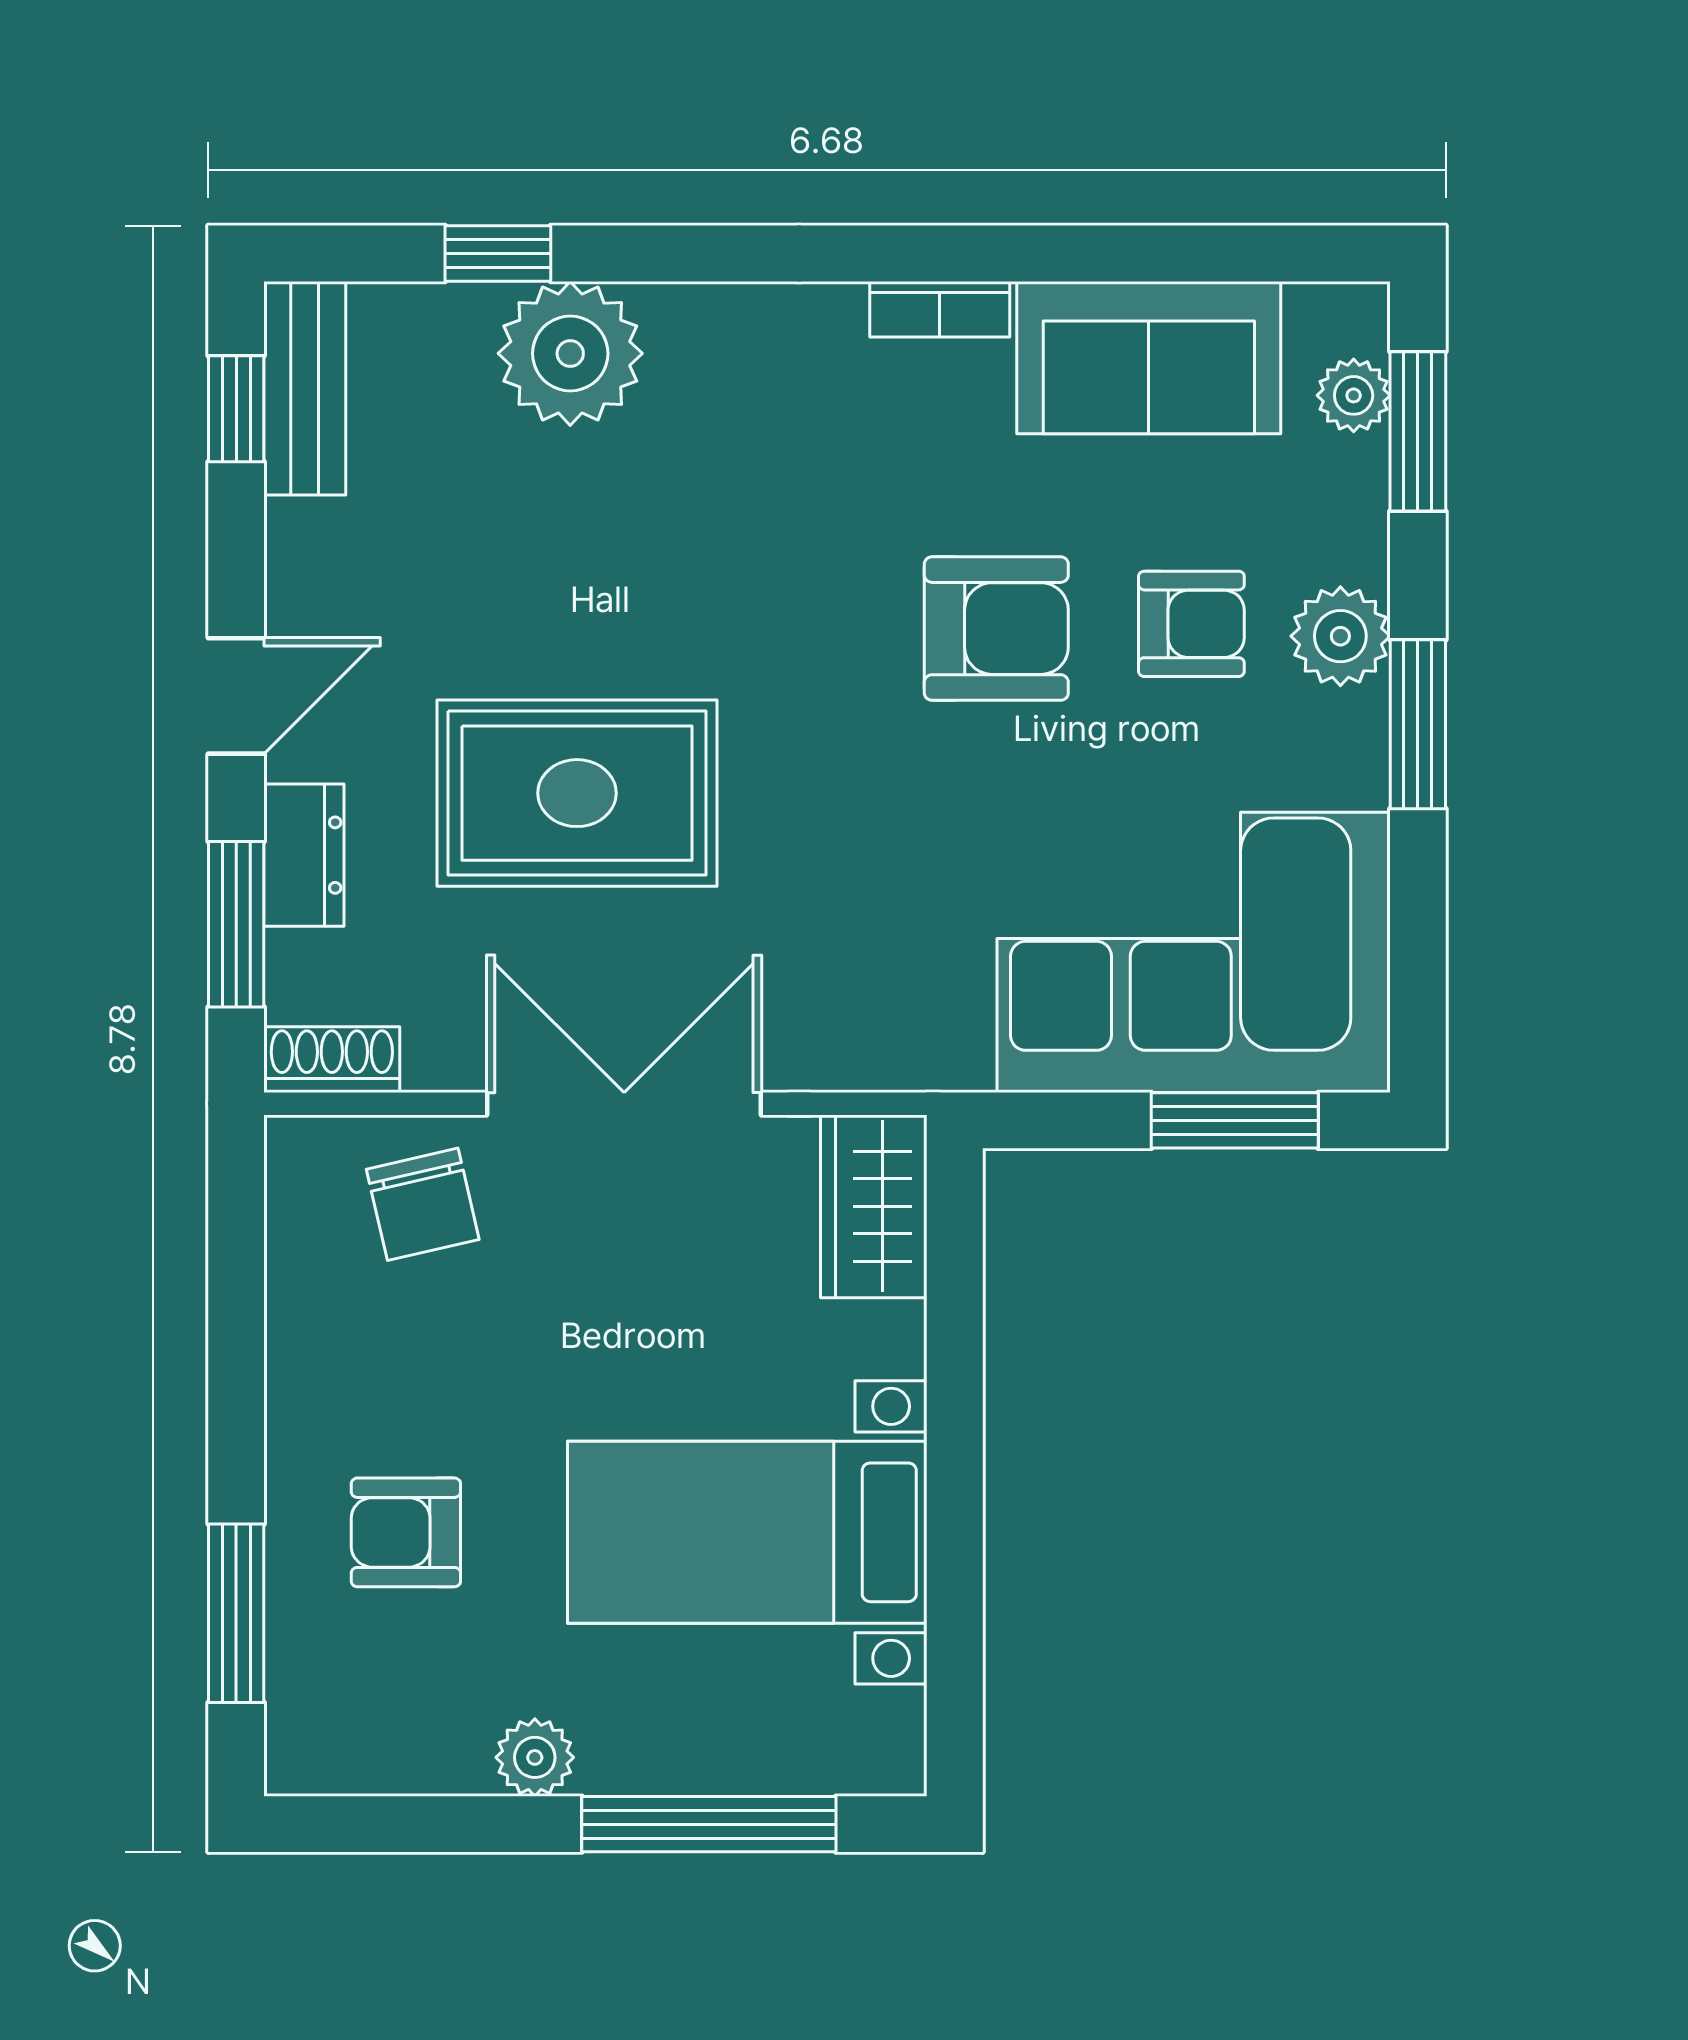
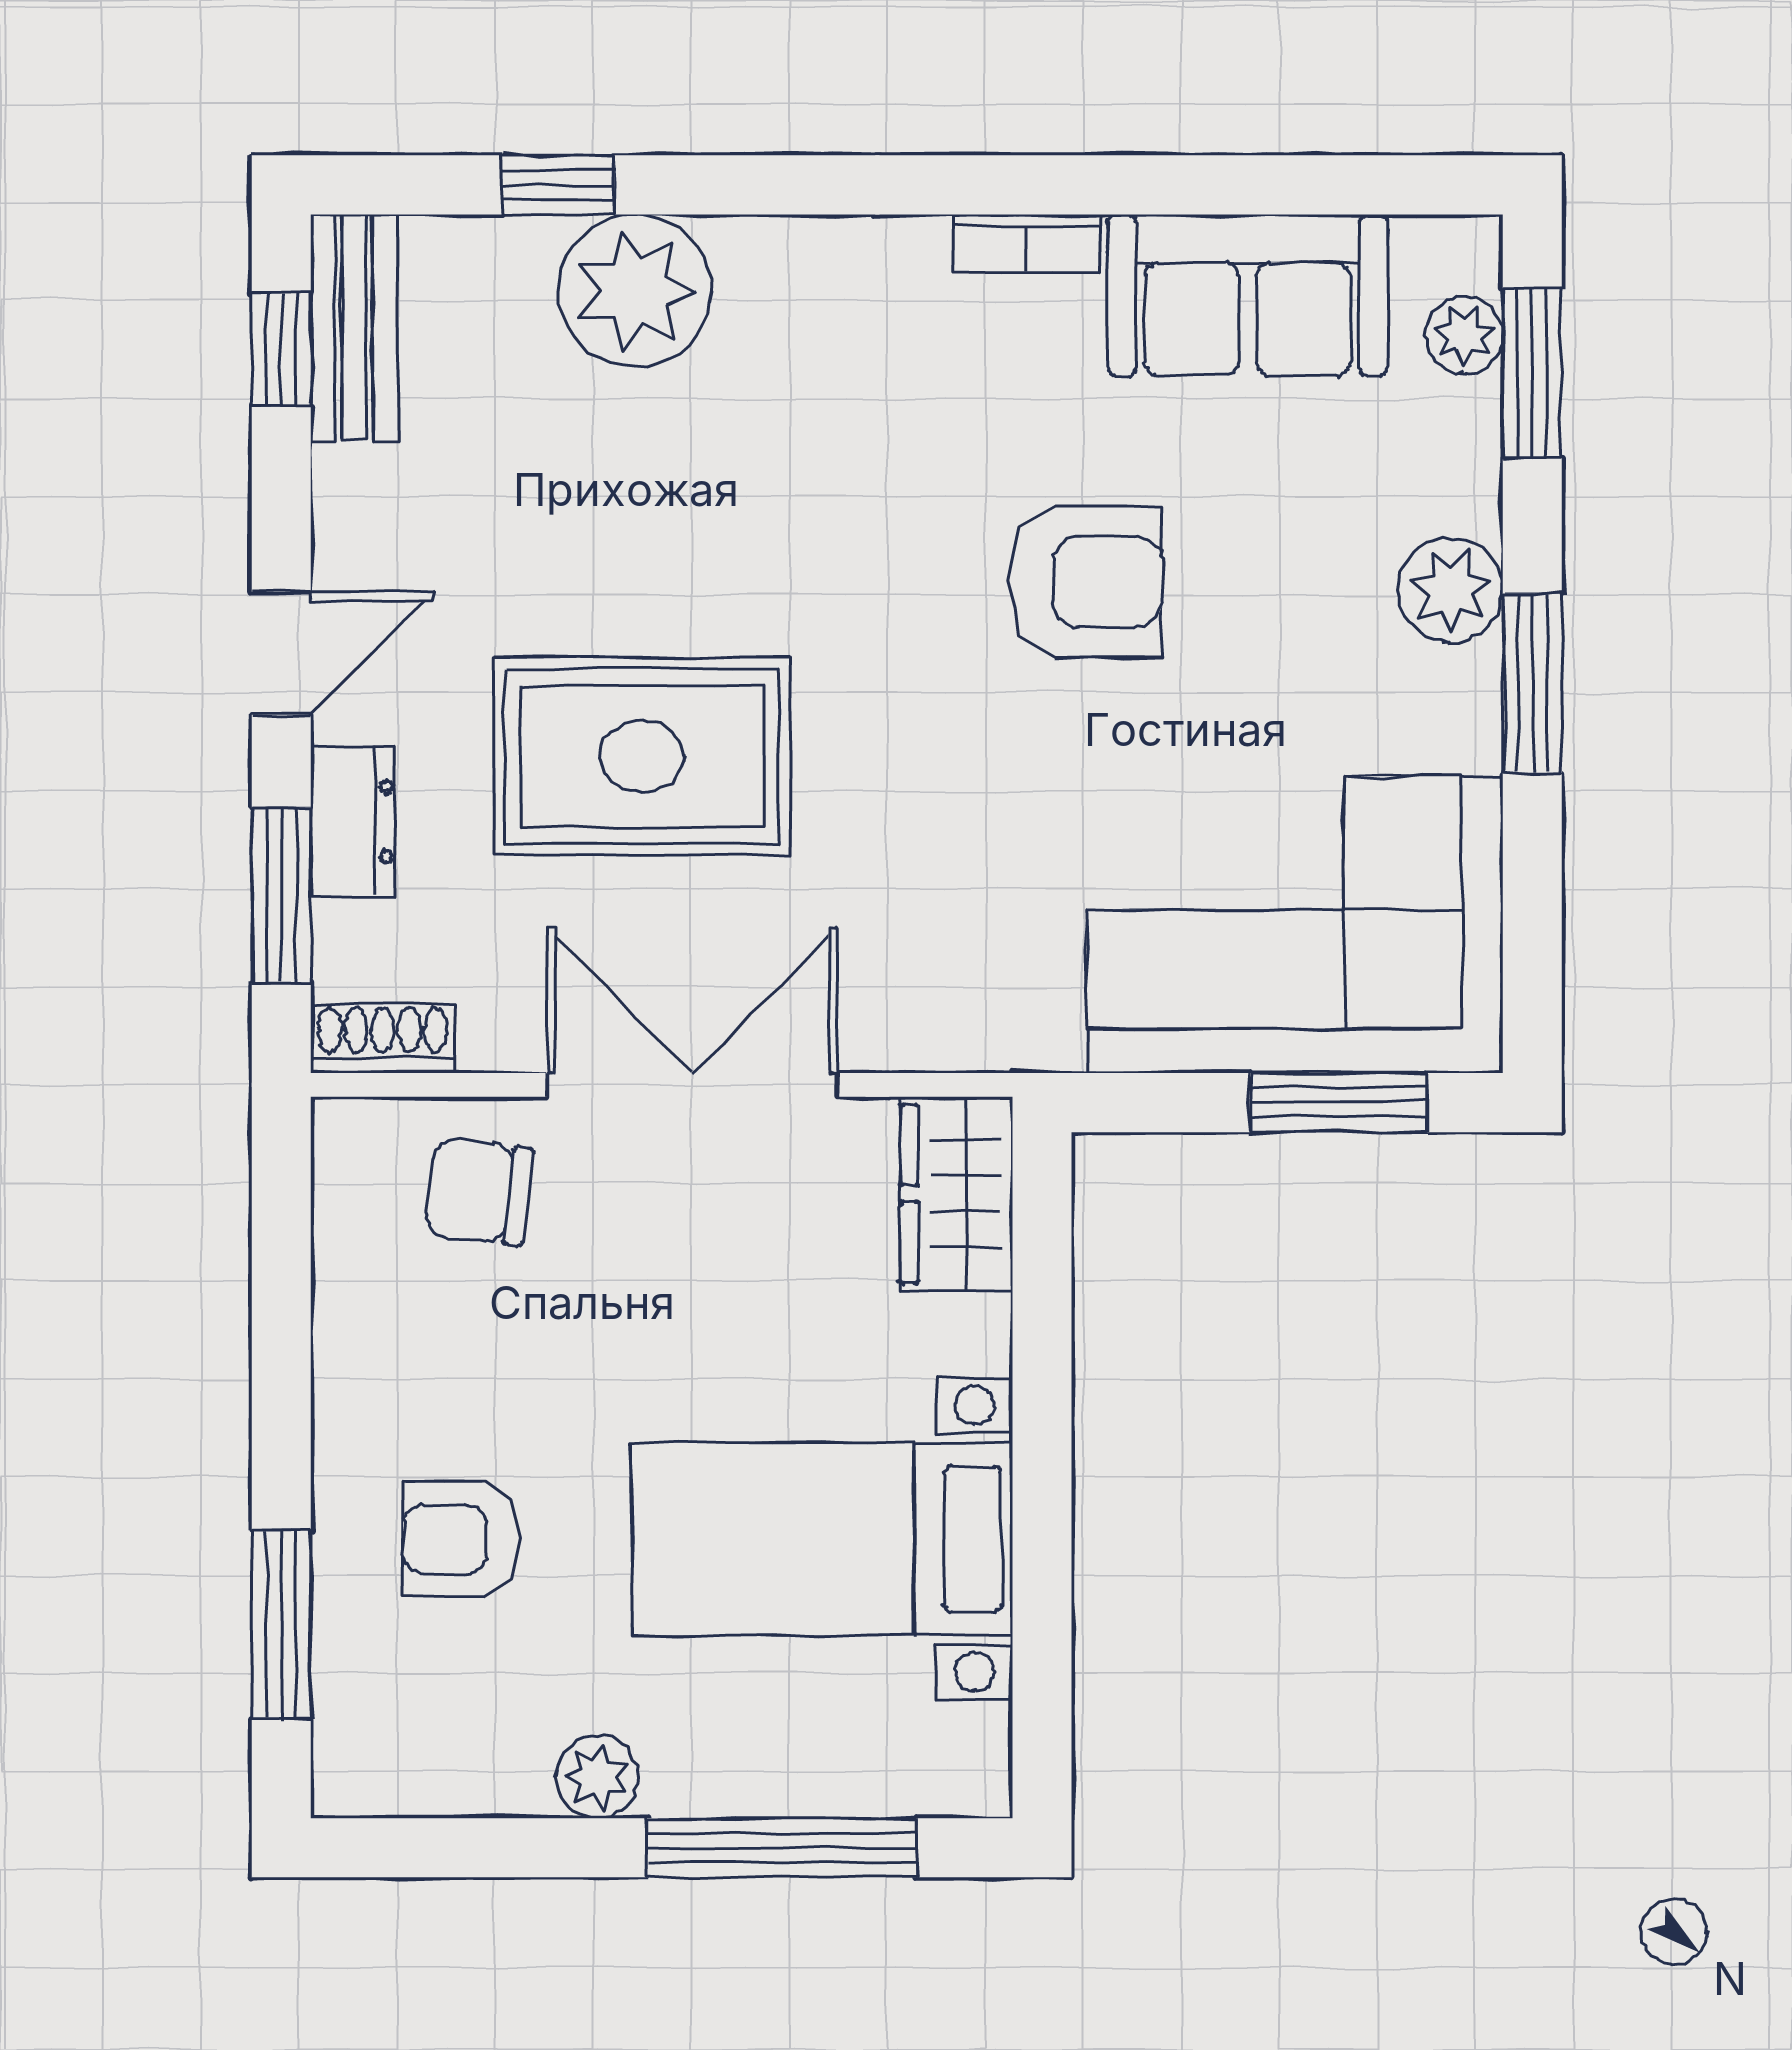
armchair: (1191, 624) -> (1293, 577), removed
chair: (423, 1204) -> (479, 1192), turned 110

